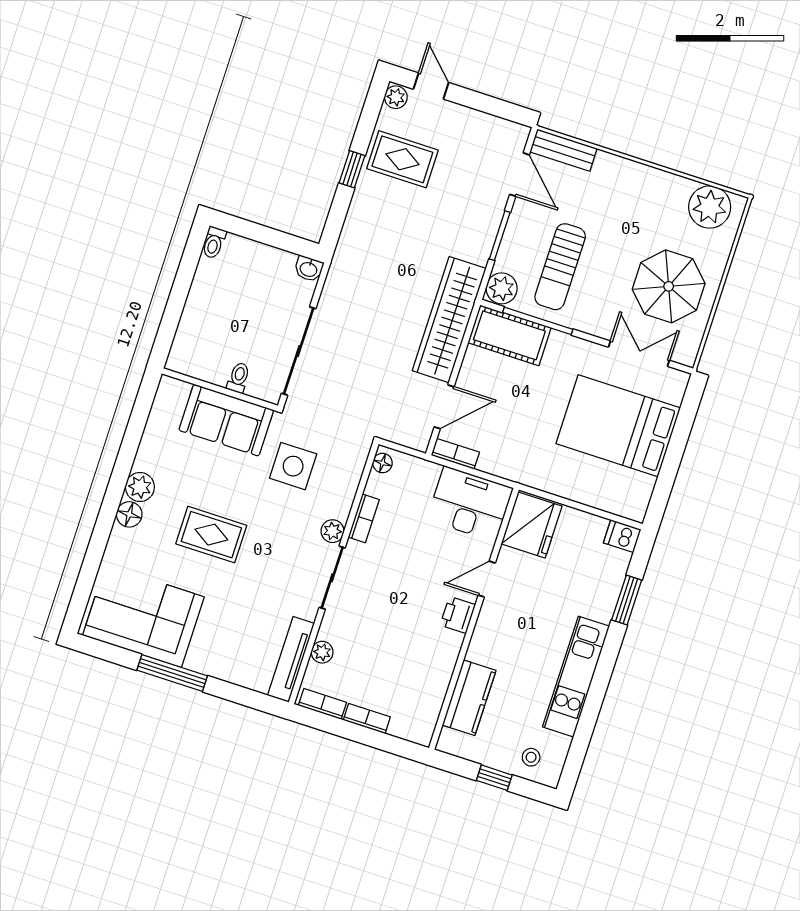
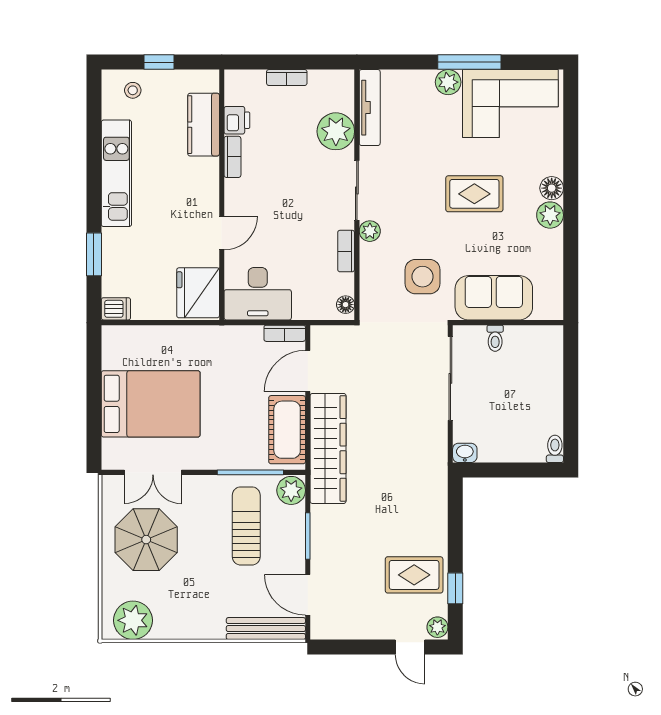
bench: (563, 150) -> (266, 629), width x1.36
window: (352, 169) -> (455, 588), moved
cot: (509, 335) -> (287, 430), moved, turned 90
printer: (458, 615) -> (237, 120), moved
plant: (322, 652) -> (336, 131), width x1.88, depth x1.88
plant: (201, 659) -> (448, 82), added
bookcase: (322, 704) -> (232, 157), moved, turned -90

